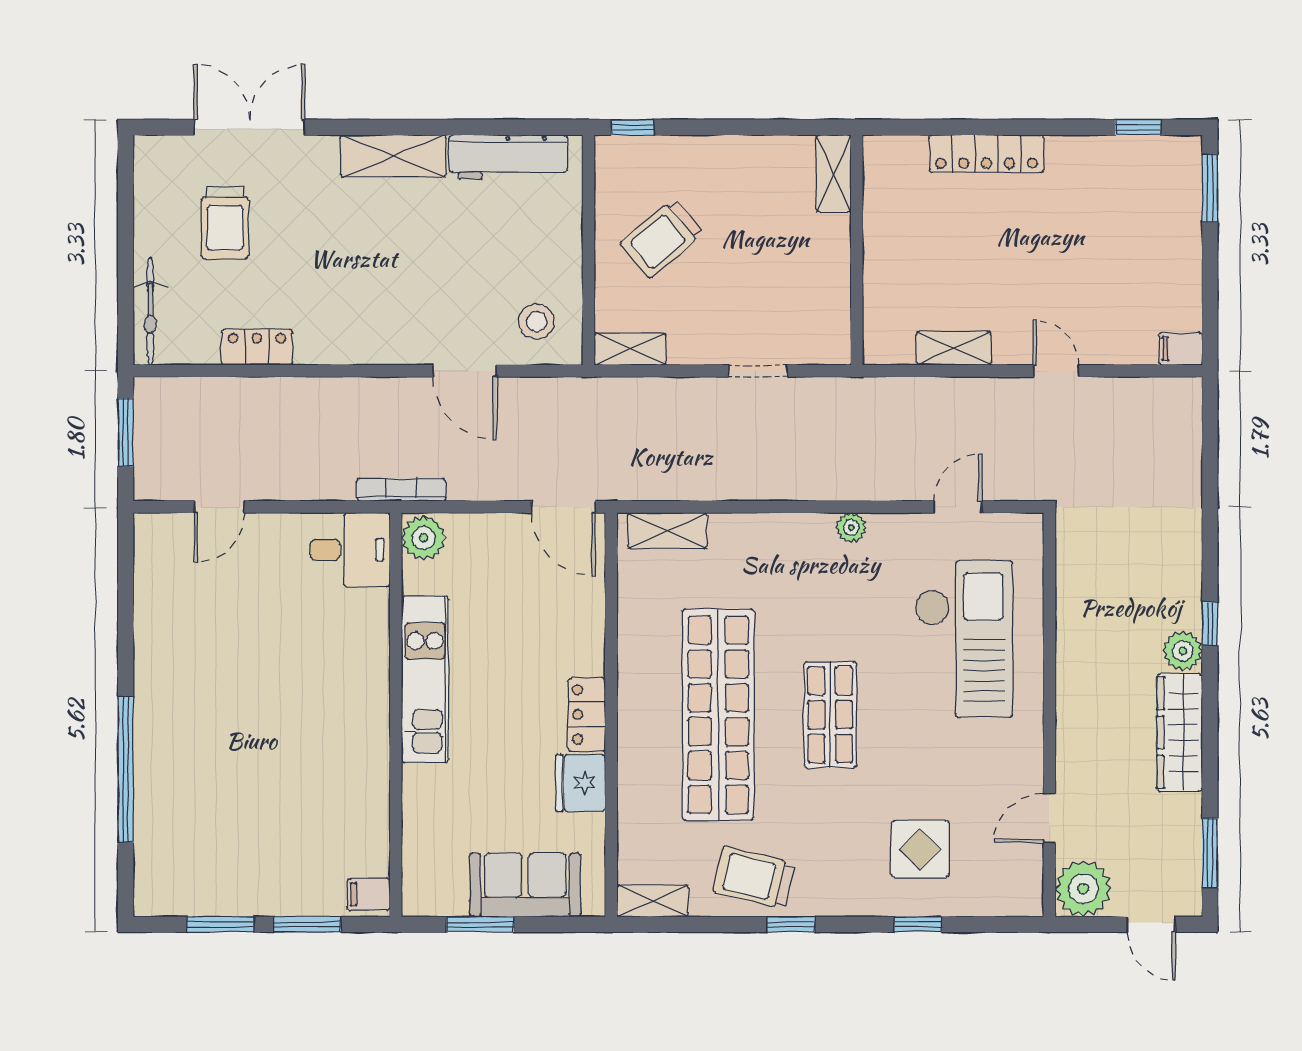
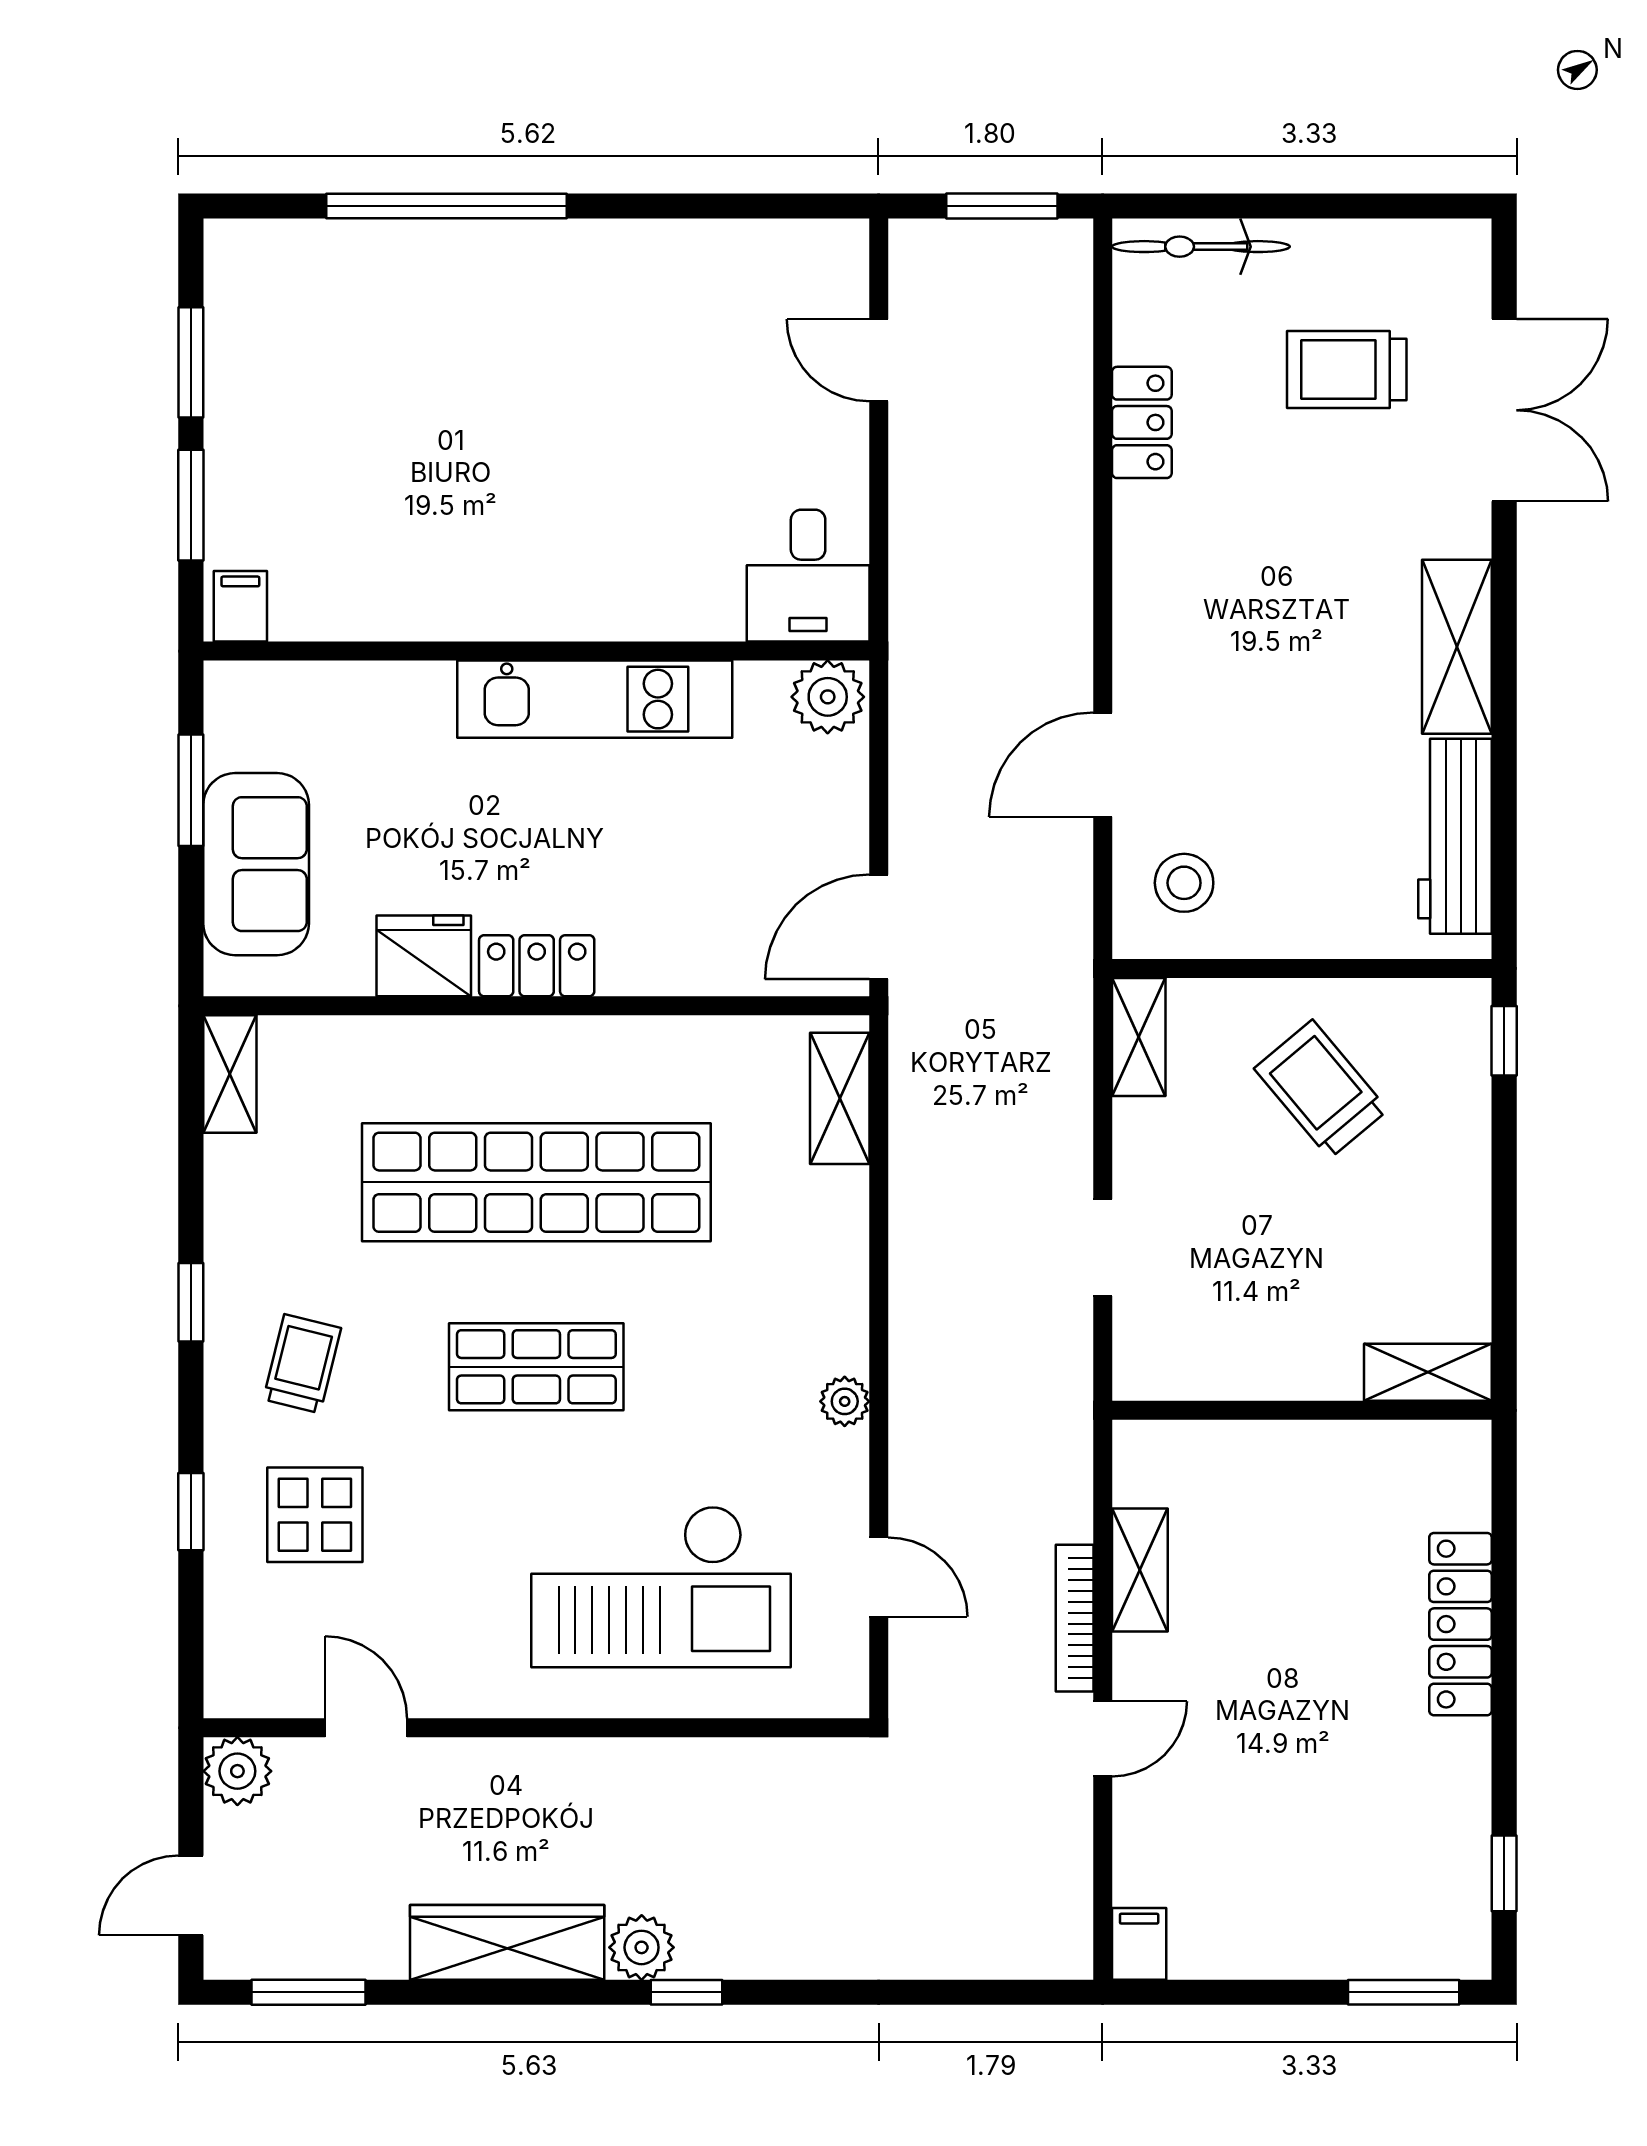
bookcase: (401, 490) -> (1075, 1618), moved, turned 180
trolley: (754, 878) -> (302, 1364), moved, width x0.73, depth x0.72
plant: (1083, 889) -> (237, 1771), width x0.73, depth x0.73

